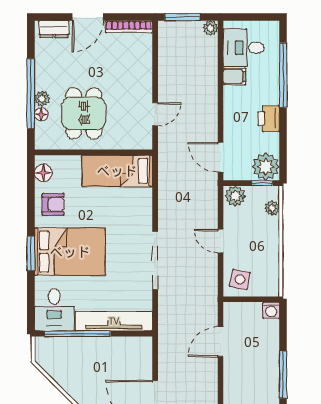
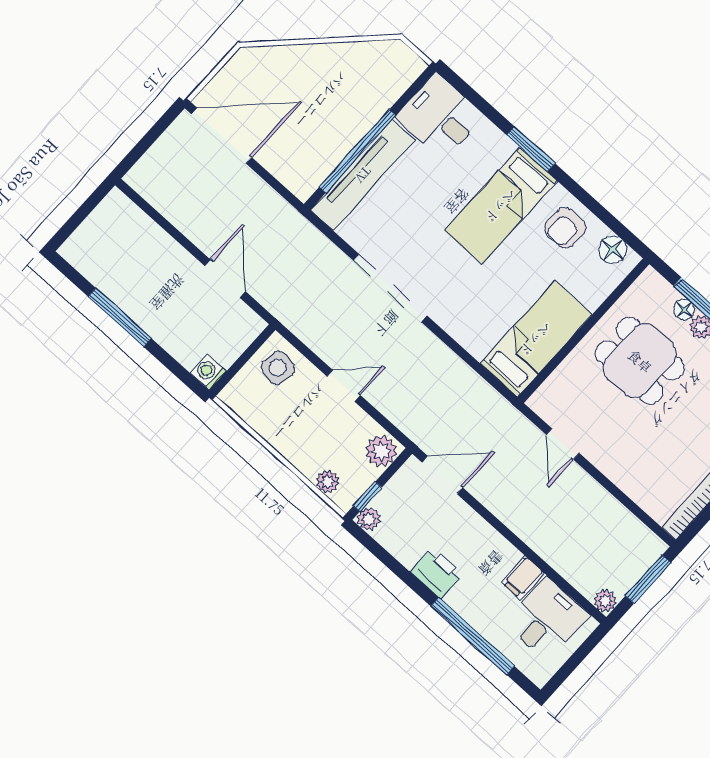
plant: (266, 167) -> (369, 519), width x0.53, depth x0.53
bed: (70, 252) -> (501, 206), width x0.67
window: (77, 334) -> (358, 151), moved

